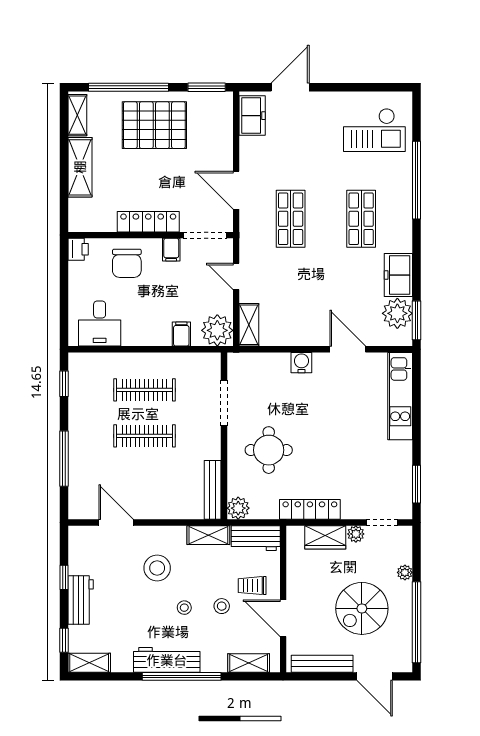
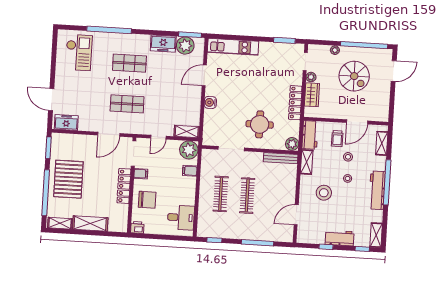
bench: (322, 664) -> (385, 101), removed

